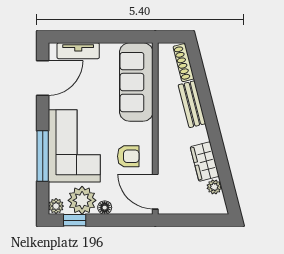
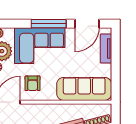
door: (43, 78) -> (87, 24), hinge flipped
window: (43, 156) -> (49, 24), moved

